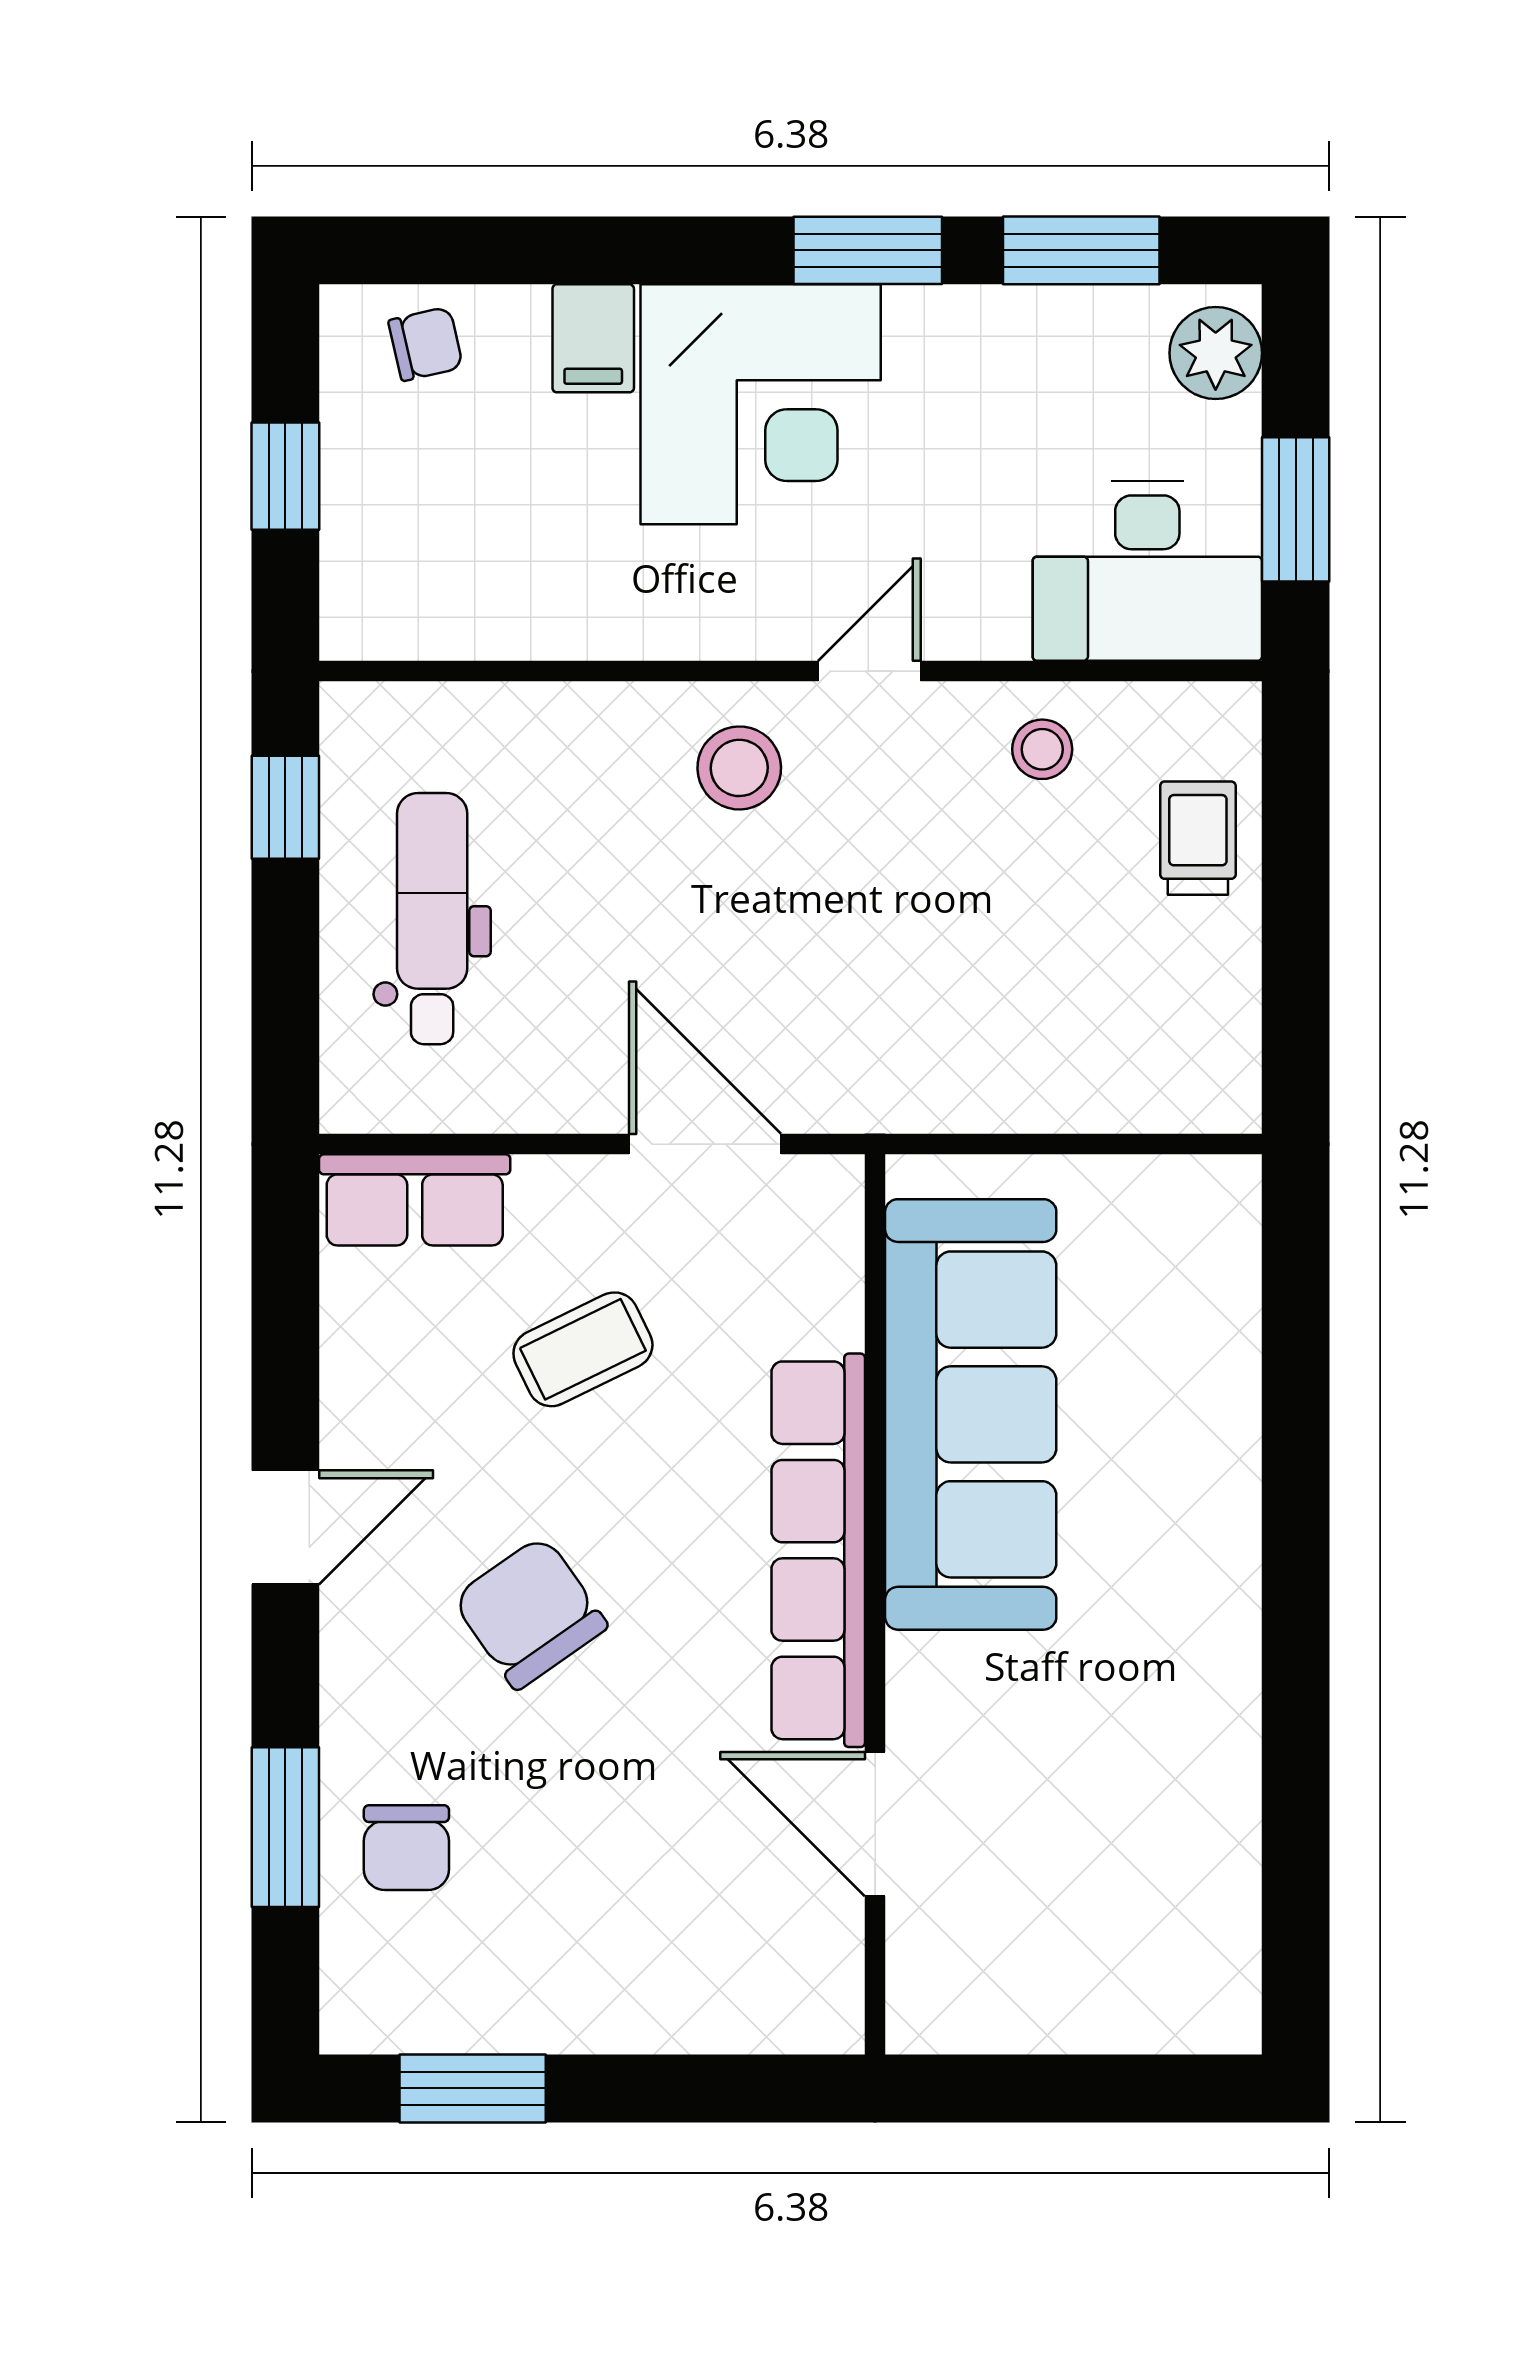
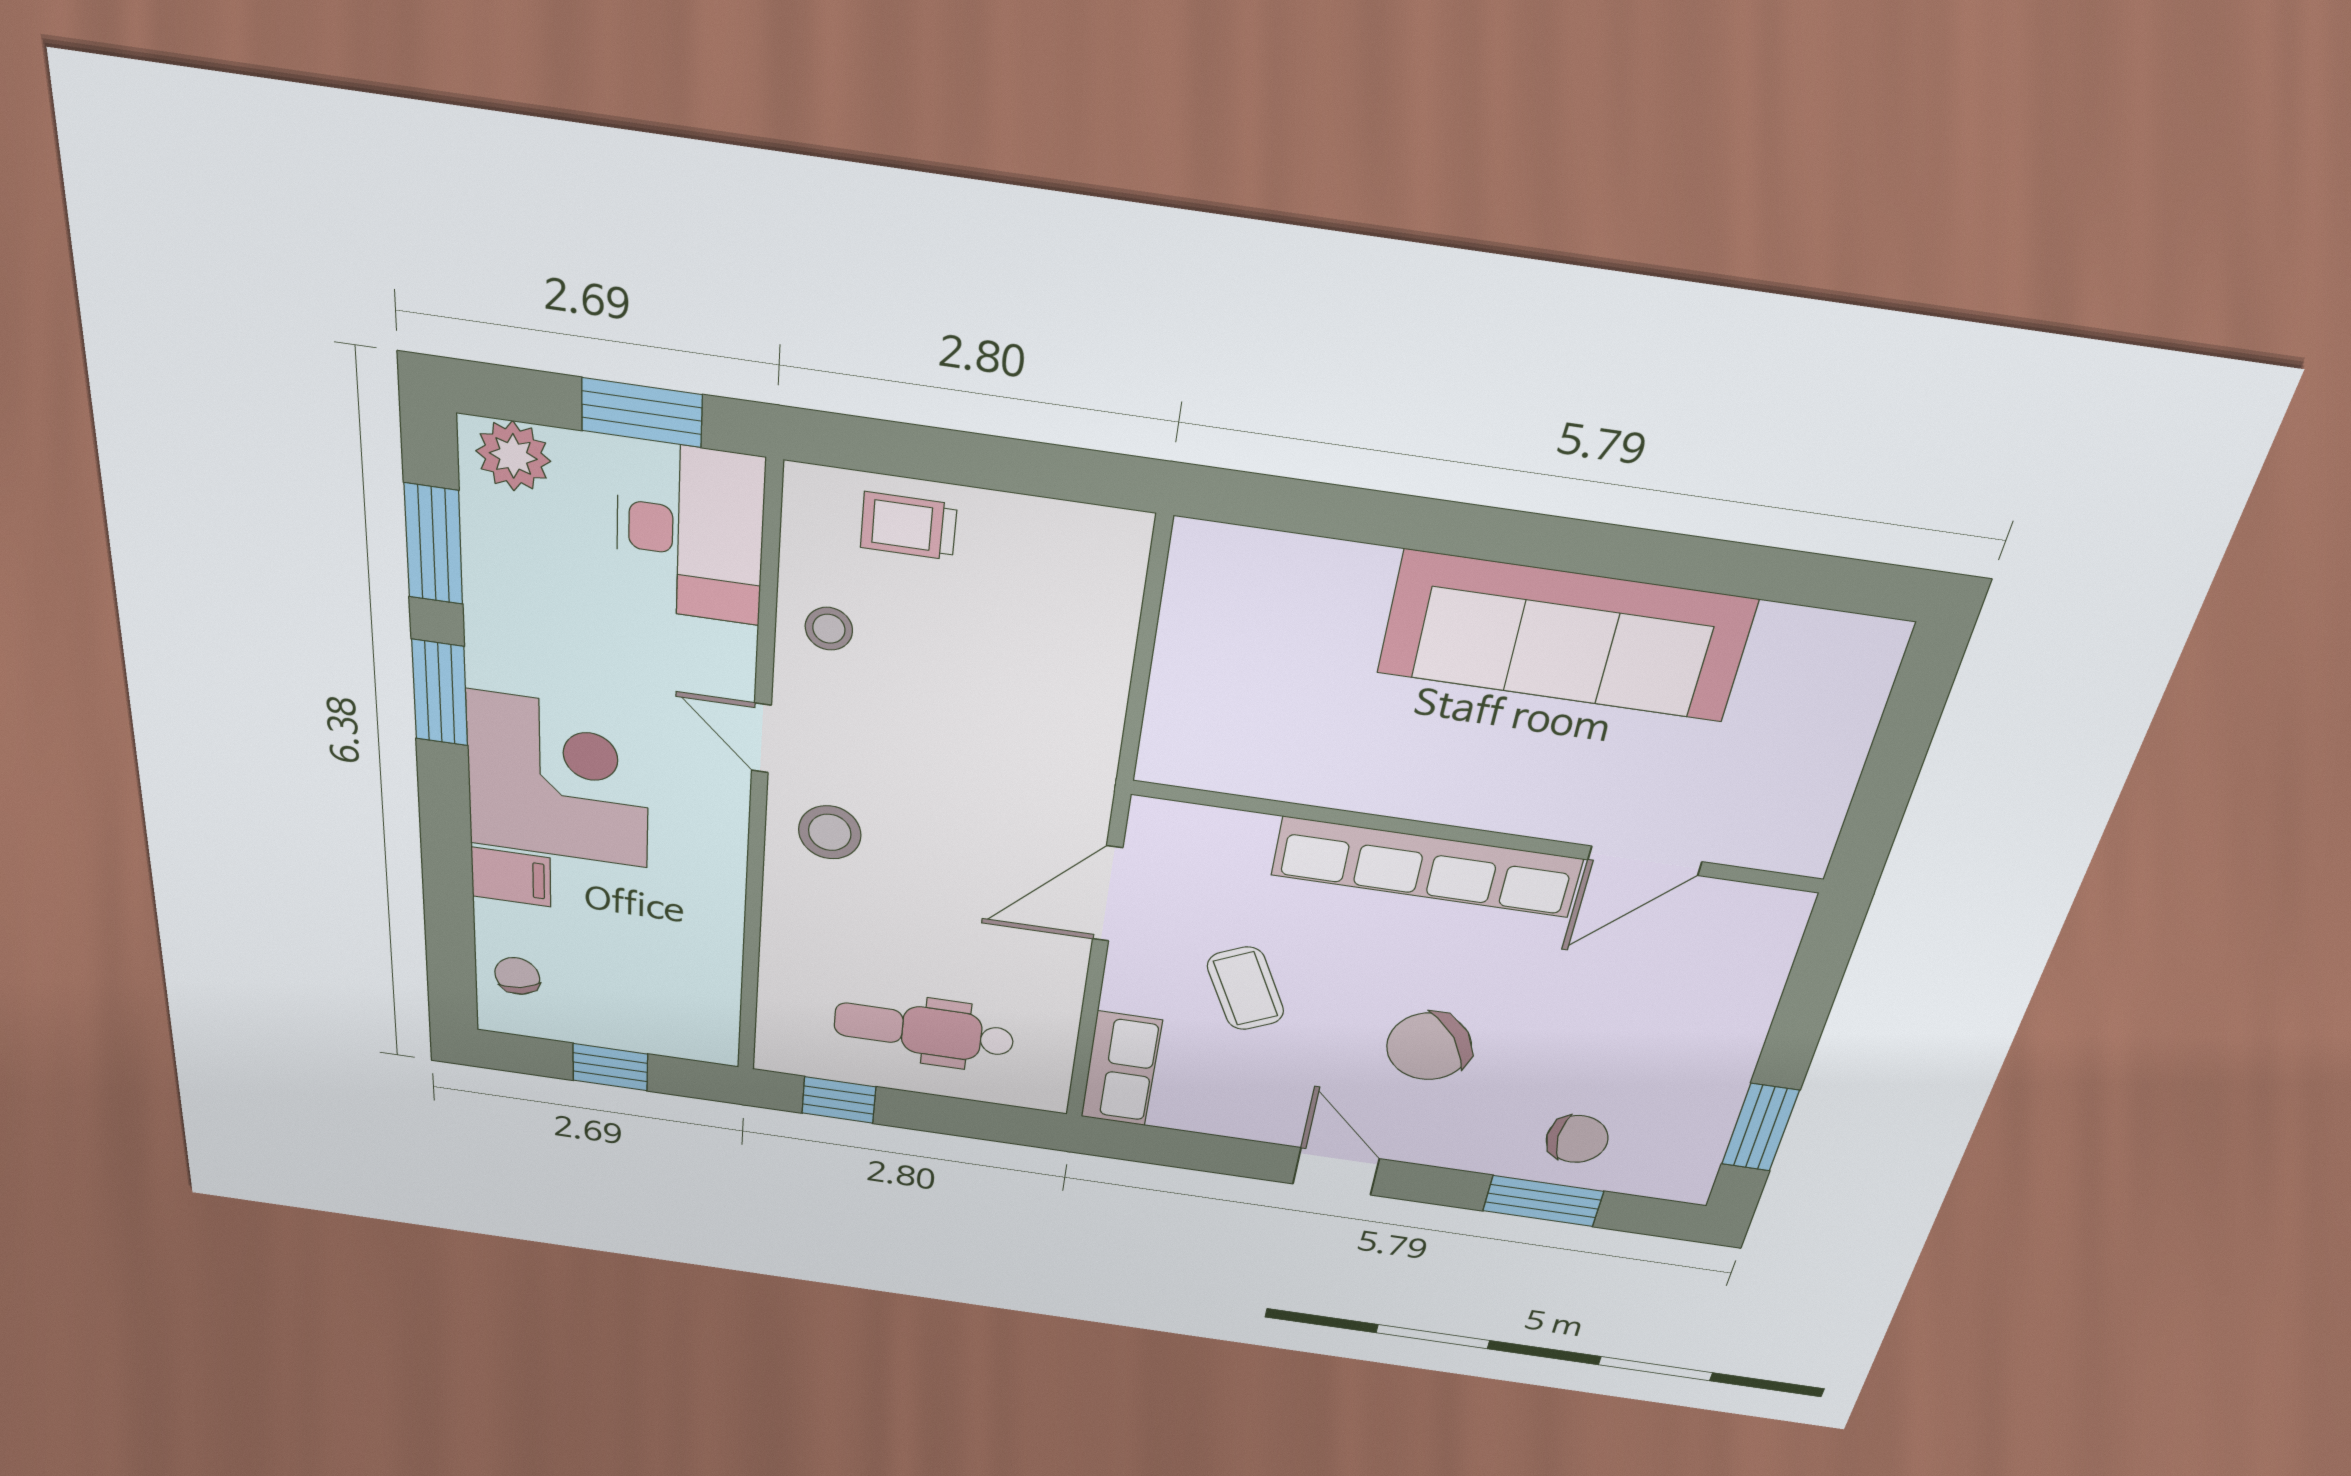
sofa: (971, 1414) -> (1565, 636), moved, turned 180

